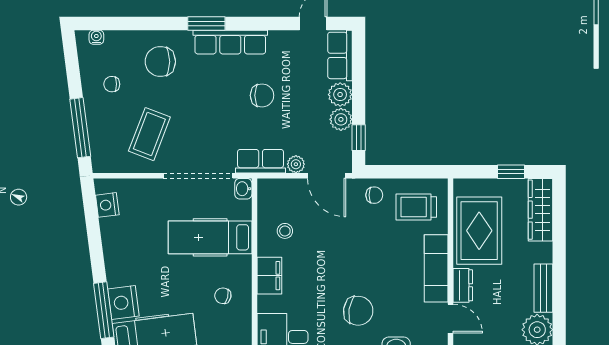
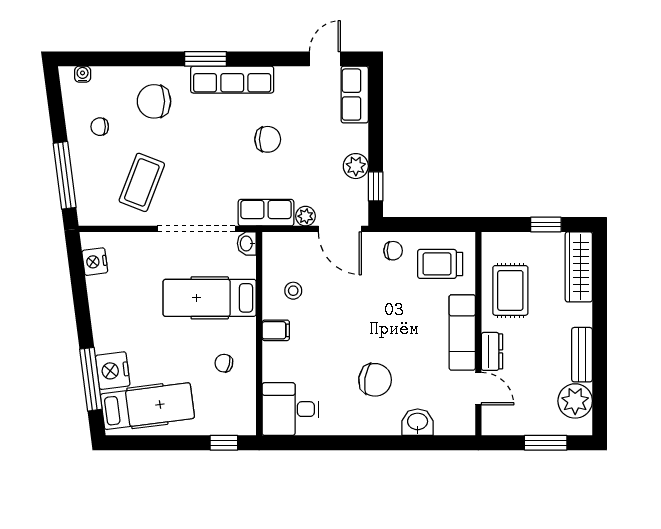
plant: (340, 95) -> (355, 138), removed
rug: (479, 231) -> (510, 290), width x0.73, depth x0.70
filing cabinet: (269, 276) -> (276, 330), width x0.50

